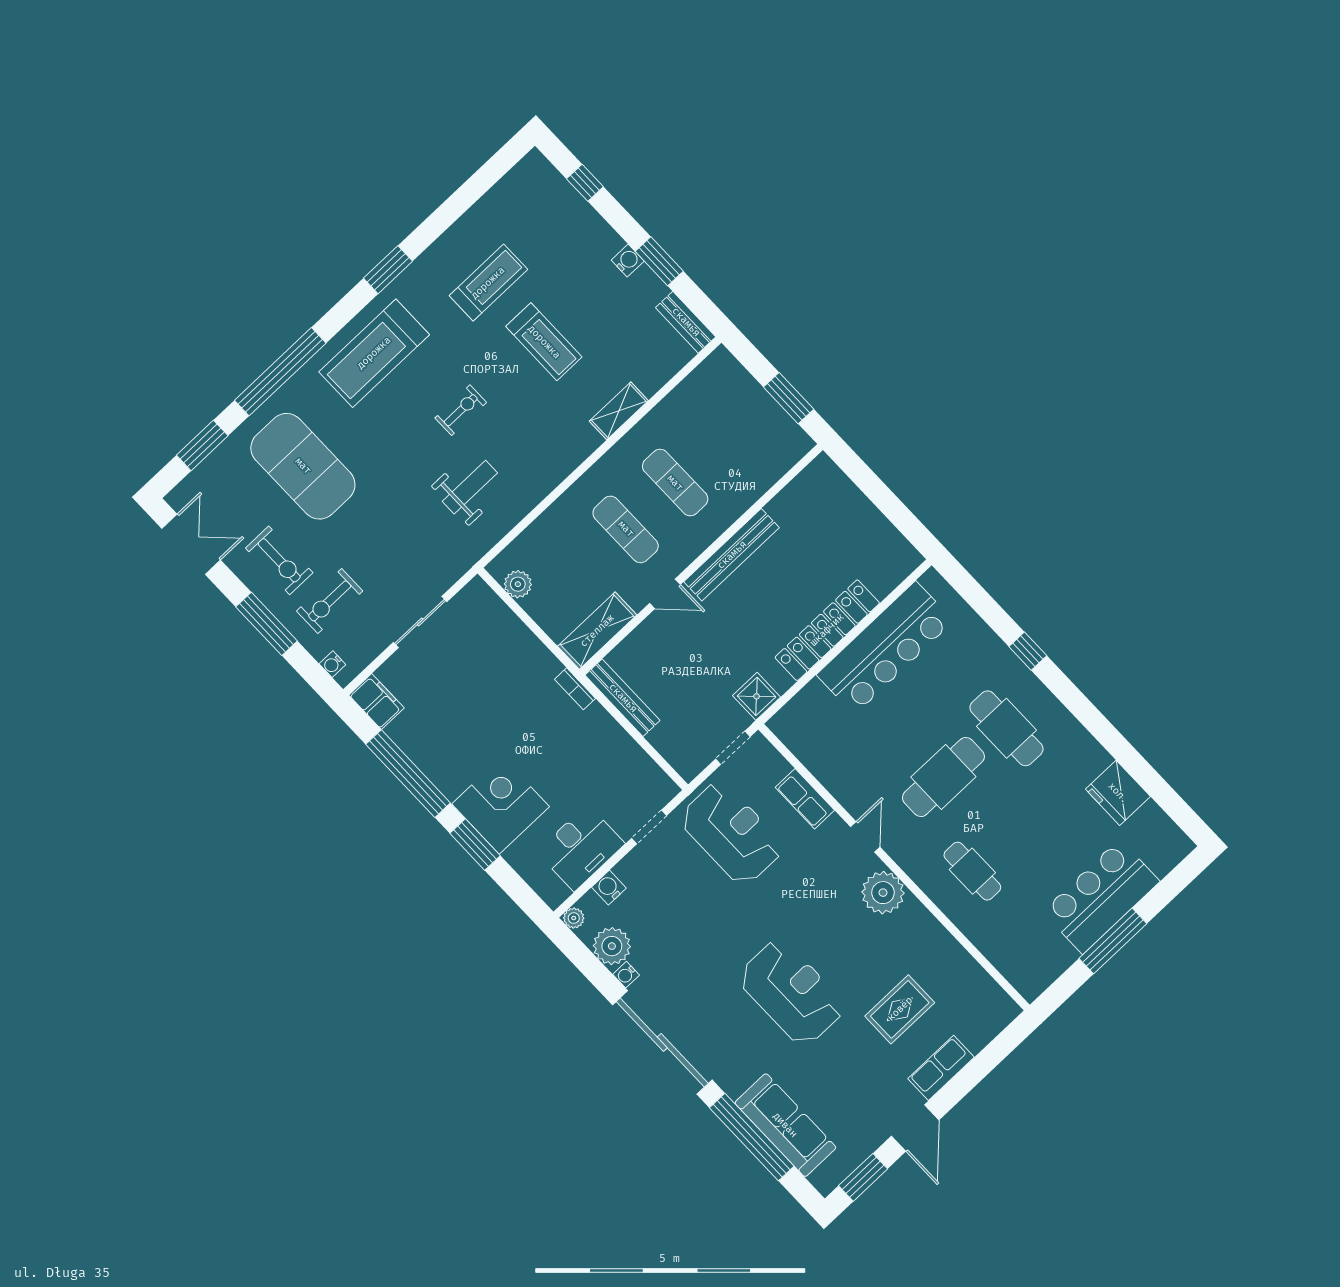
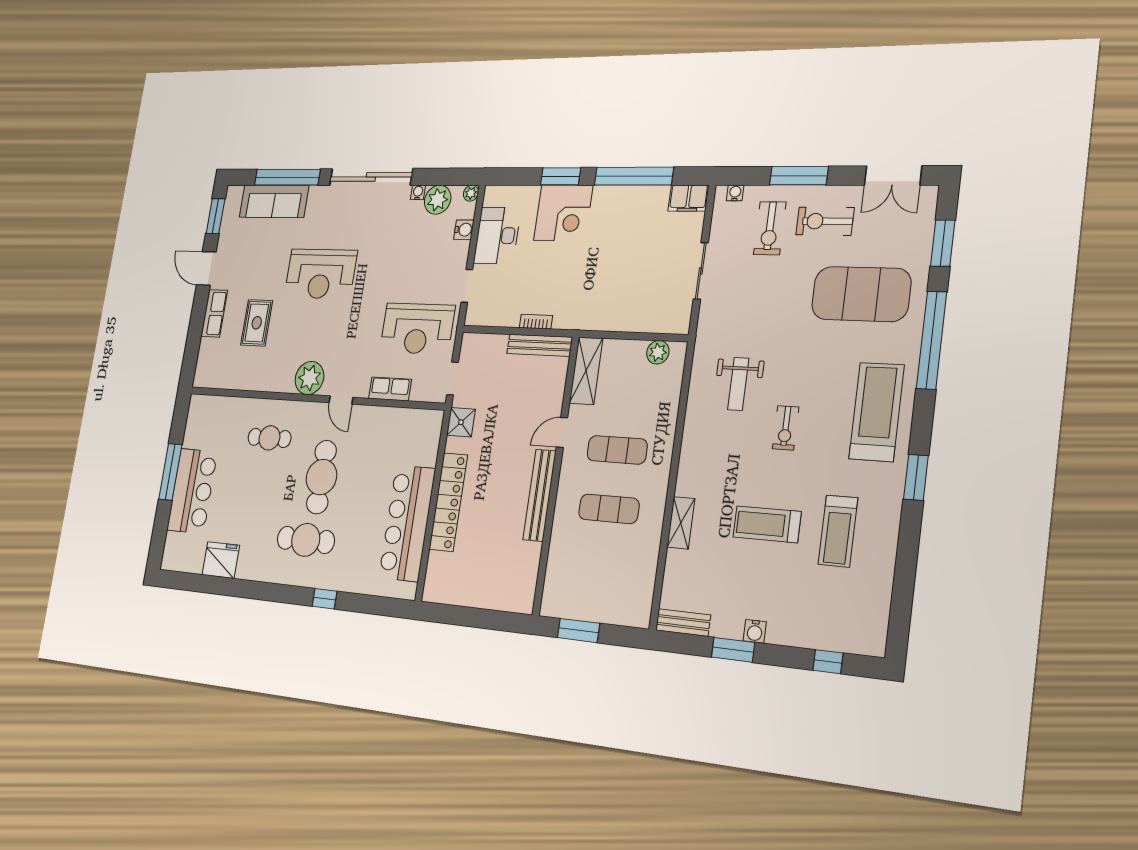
exercise bike: (330, 601) -> (770, 228), turned 180
bookcase: (575, 689) -> (536, 322), moved

